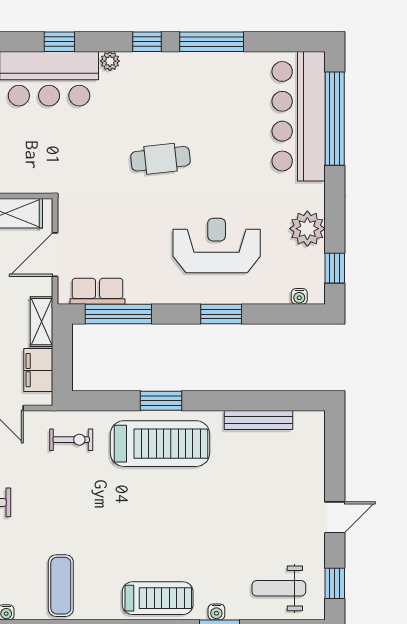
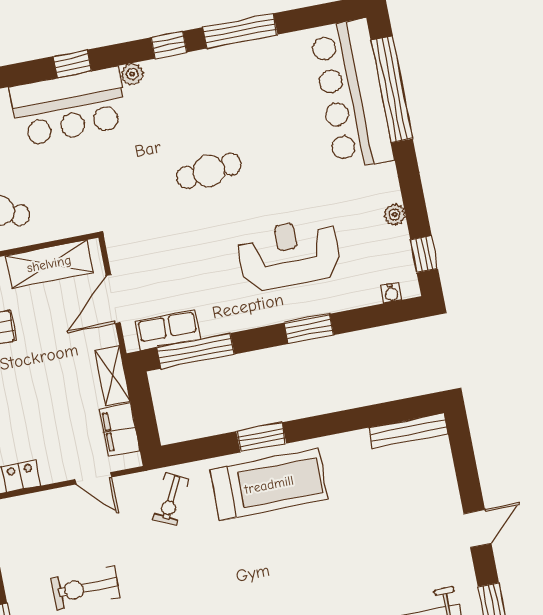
plant: (307, 229) -> (395, 215), width x0.53, depth x0.53
bench: (258, 420) -> (408, 431), moved
exercise bike: (71, 440) -> (171, 499), turned 116

